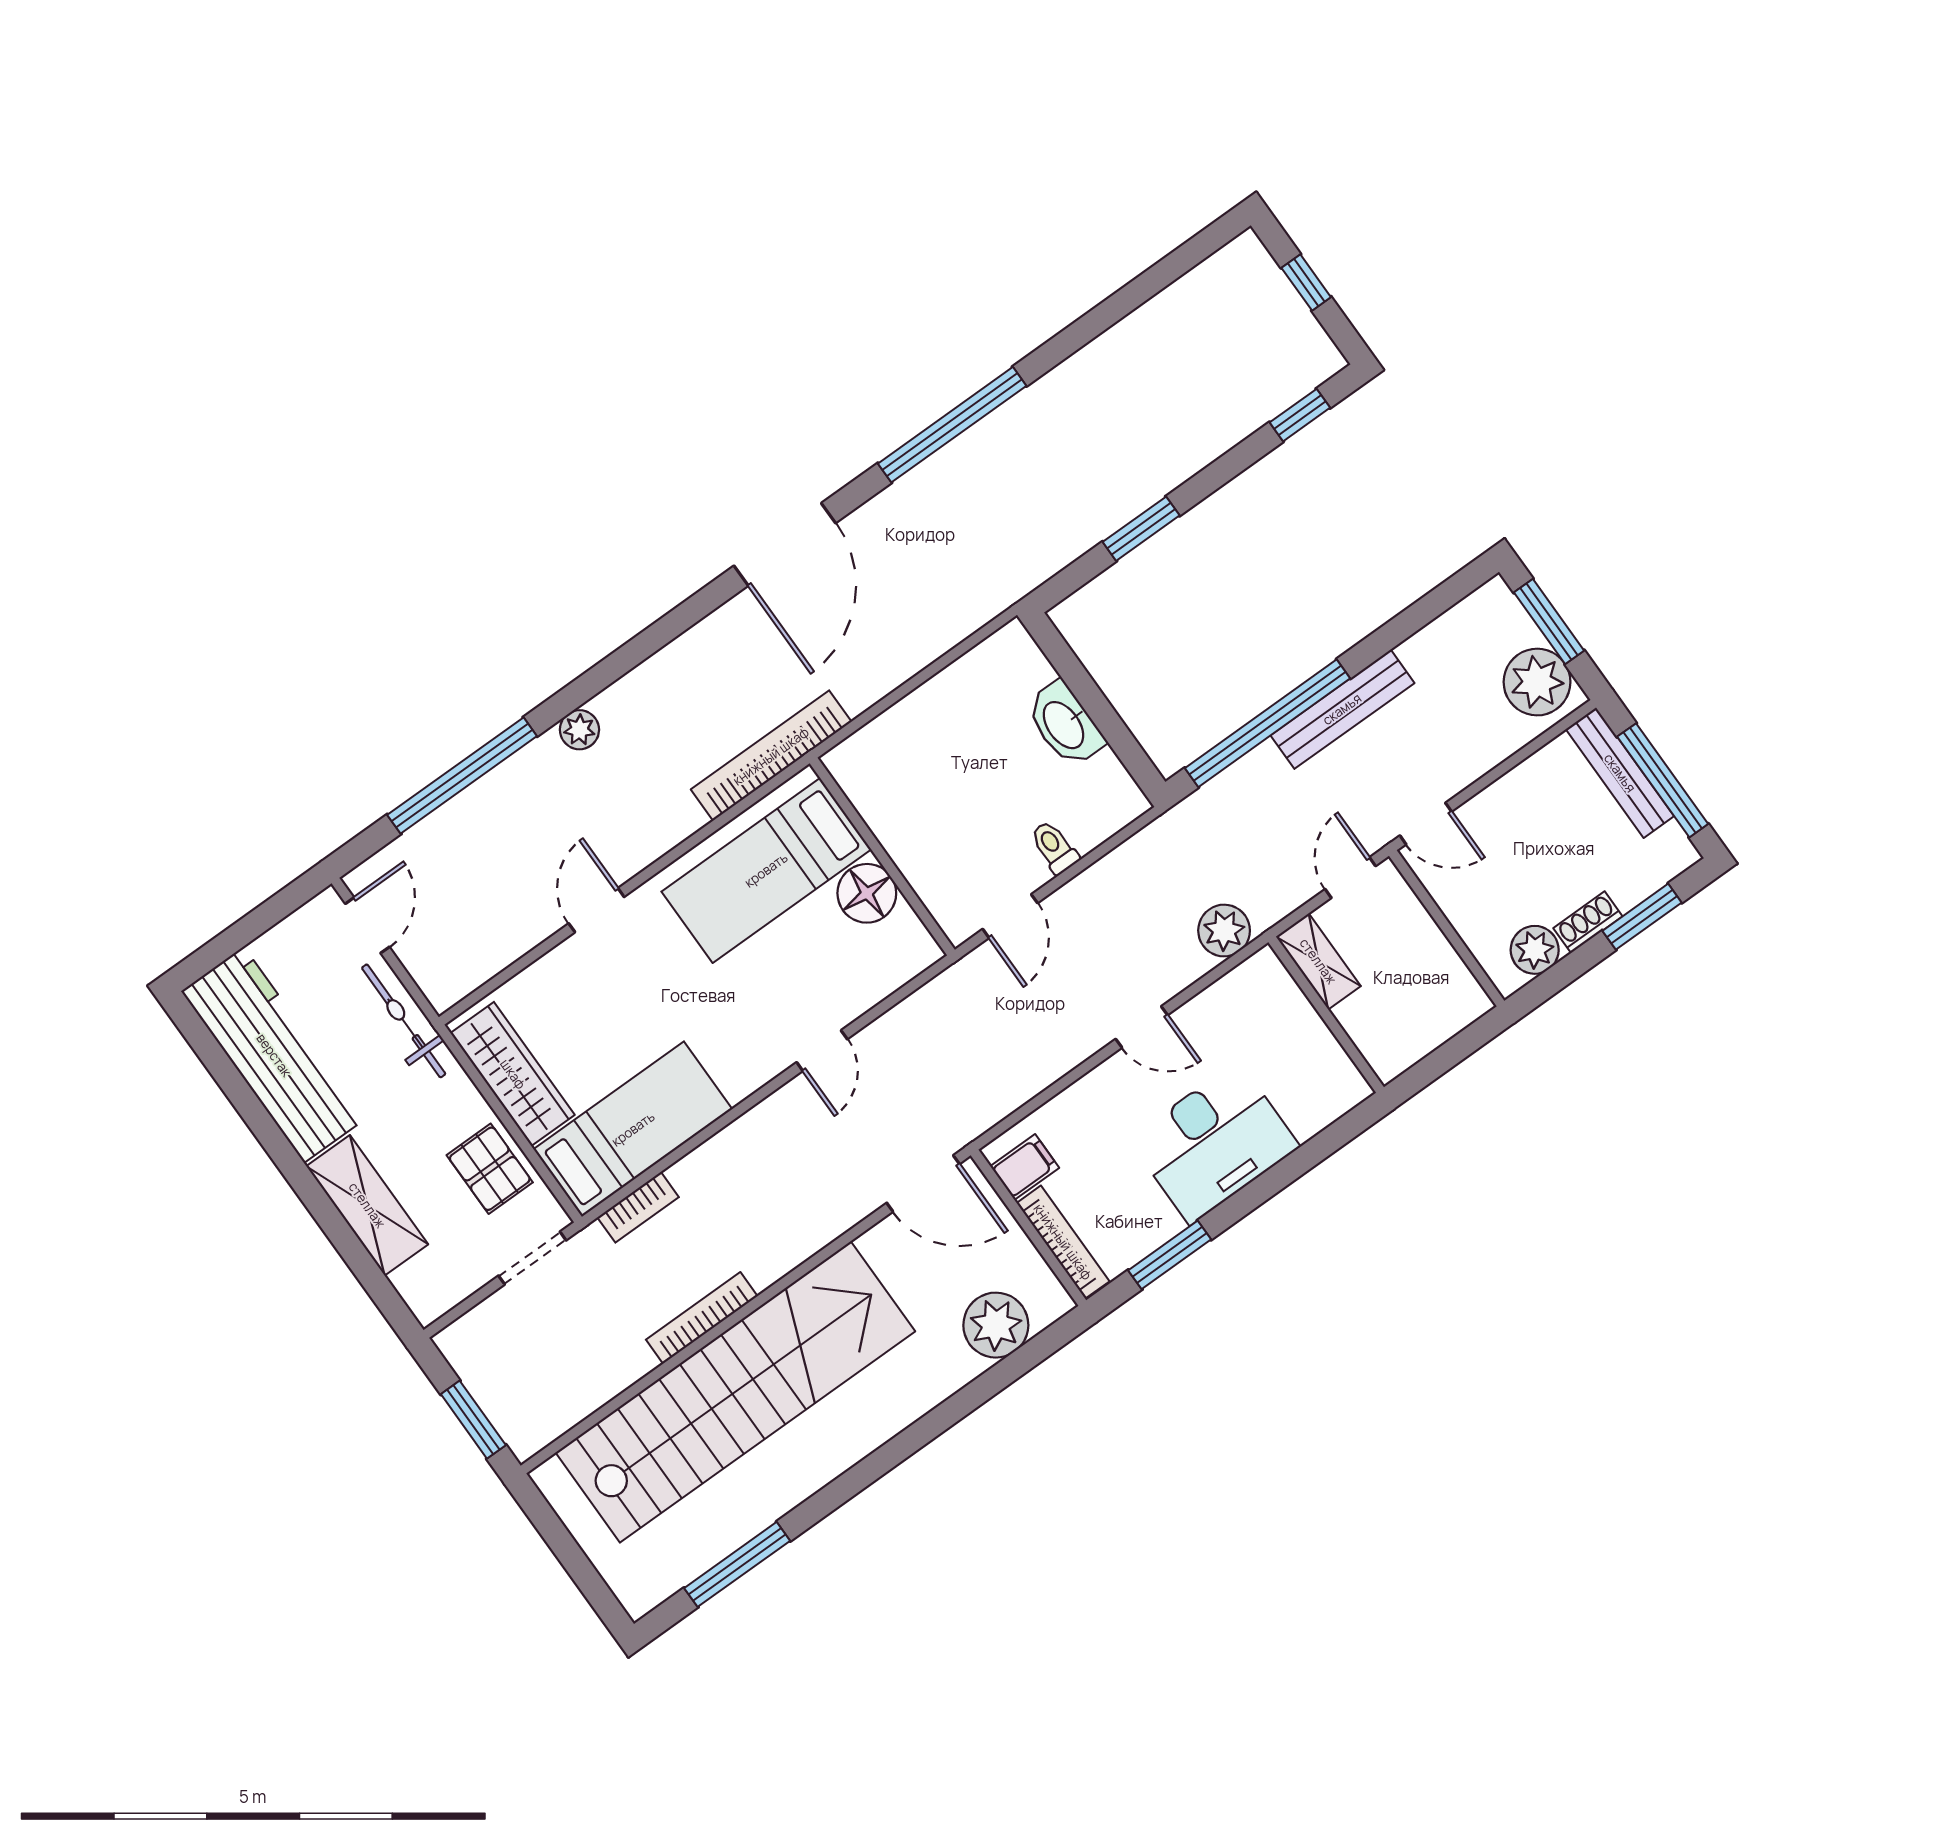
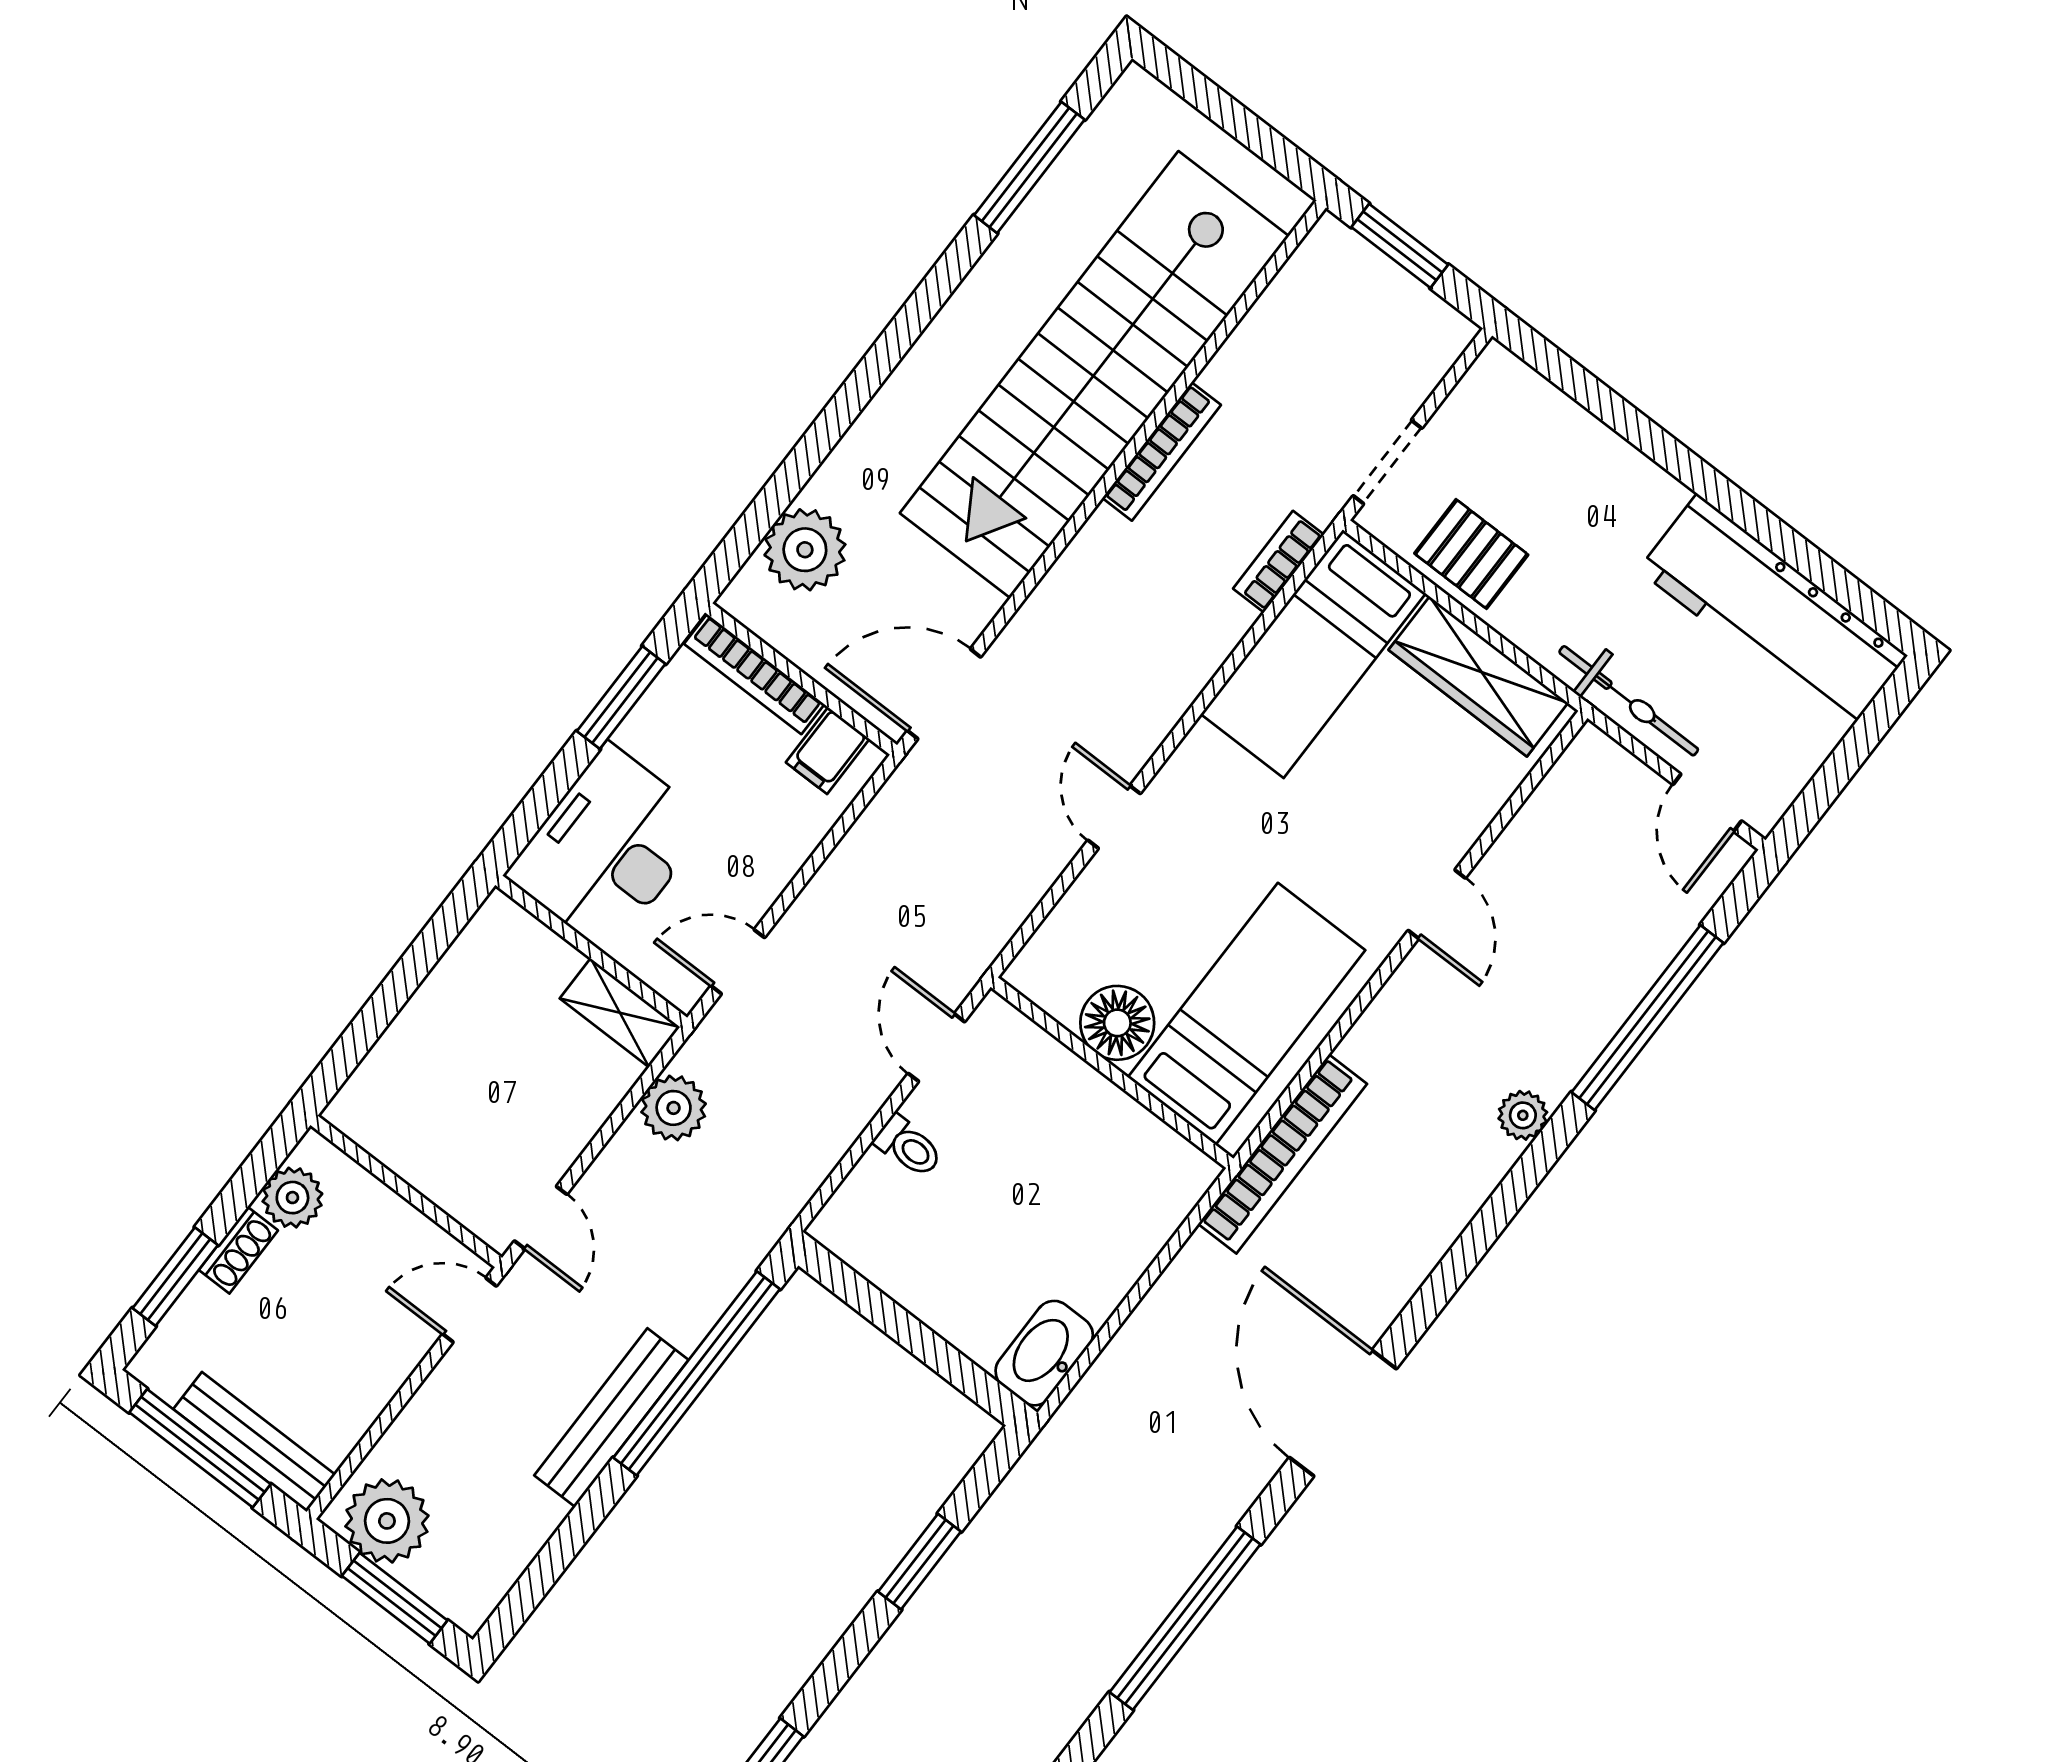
washbasin: (1065, 724) -> (1044, 1353), moved, turned -90
shelving: (1318, 961) -> (620, 1013), moved
wall: (1326, 1015) -> (591, 951), moved
shelving: (367, 1205) -> (1606, 465), removed

